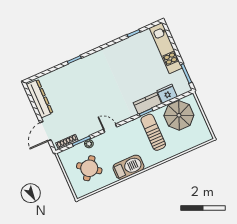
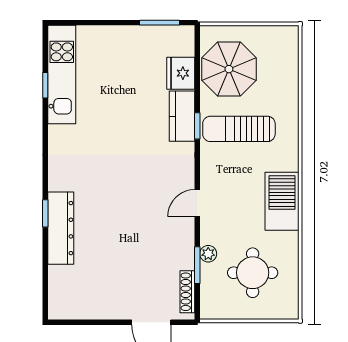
kitchen unit: (166, 48) -> (62, 75), moved, turned -90
dresser: (40, 99) -> (61, 228), moved, turned 90
round table: (89, 168) -> (253, 273), turned -38

